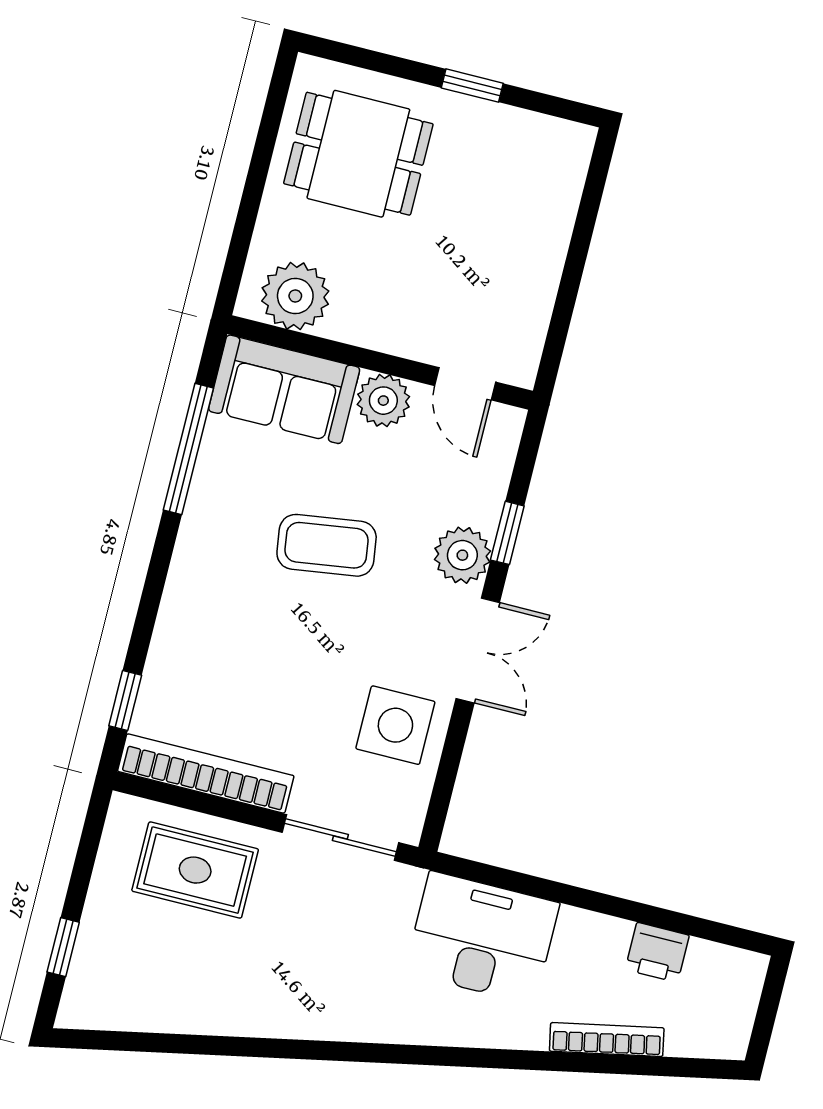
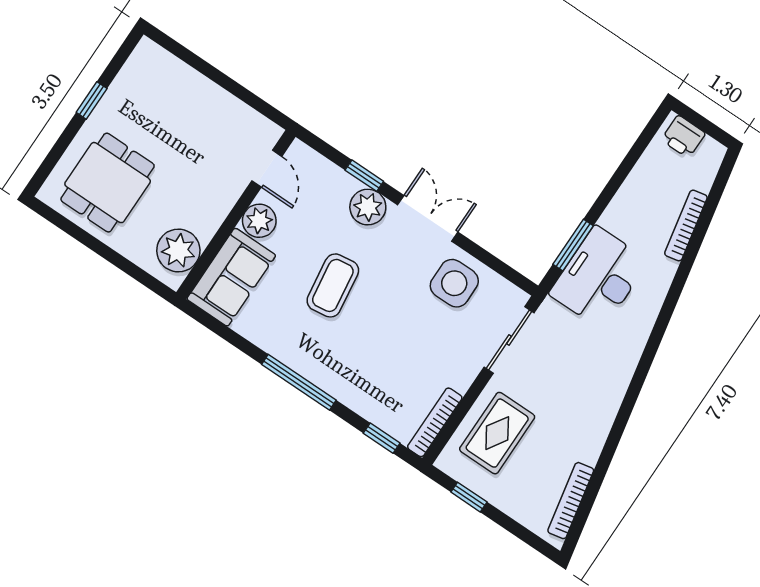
door: (465, 384) -> (267, 169), hinge flipped
window: (188, 449) -> (299, 382), moved
bookcase: (206, 773) -> (435, 422), width x0.68, depth x0.76
window: (516, 882) -> (573, 245), added
window: (63, 947) -> (469, 497), moved
printer: (657, 952) -> (683, 137), moved, turned 90
bookcase: (134, 1016) -> (571, 501), added

